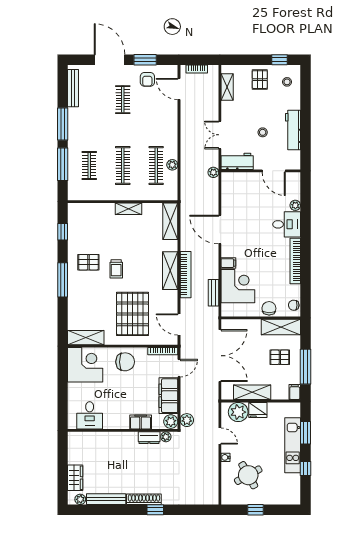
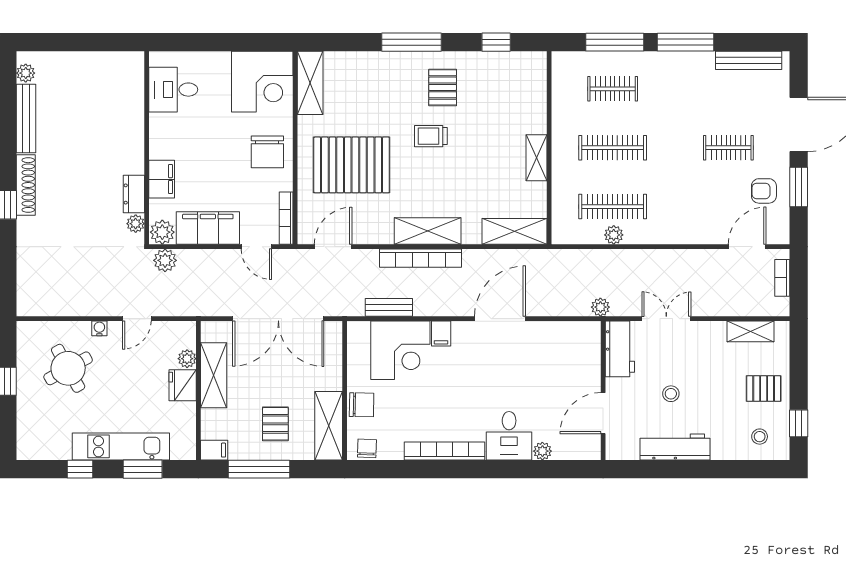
plant: (238, 412) -> (187, 359), width x0.53, depth x0.53
wardrobe: (75, 478) -> (63, 64), removed

